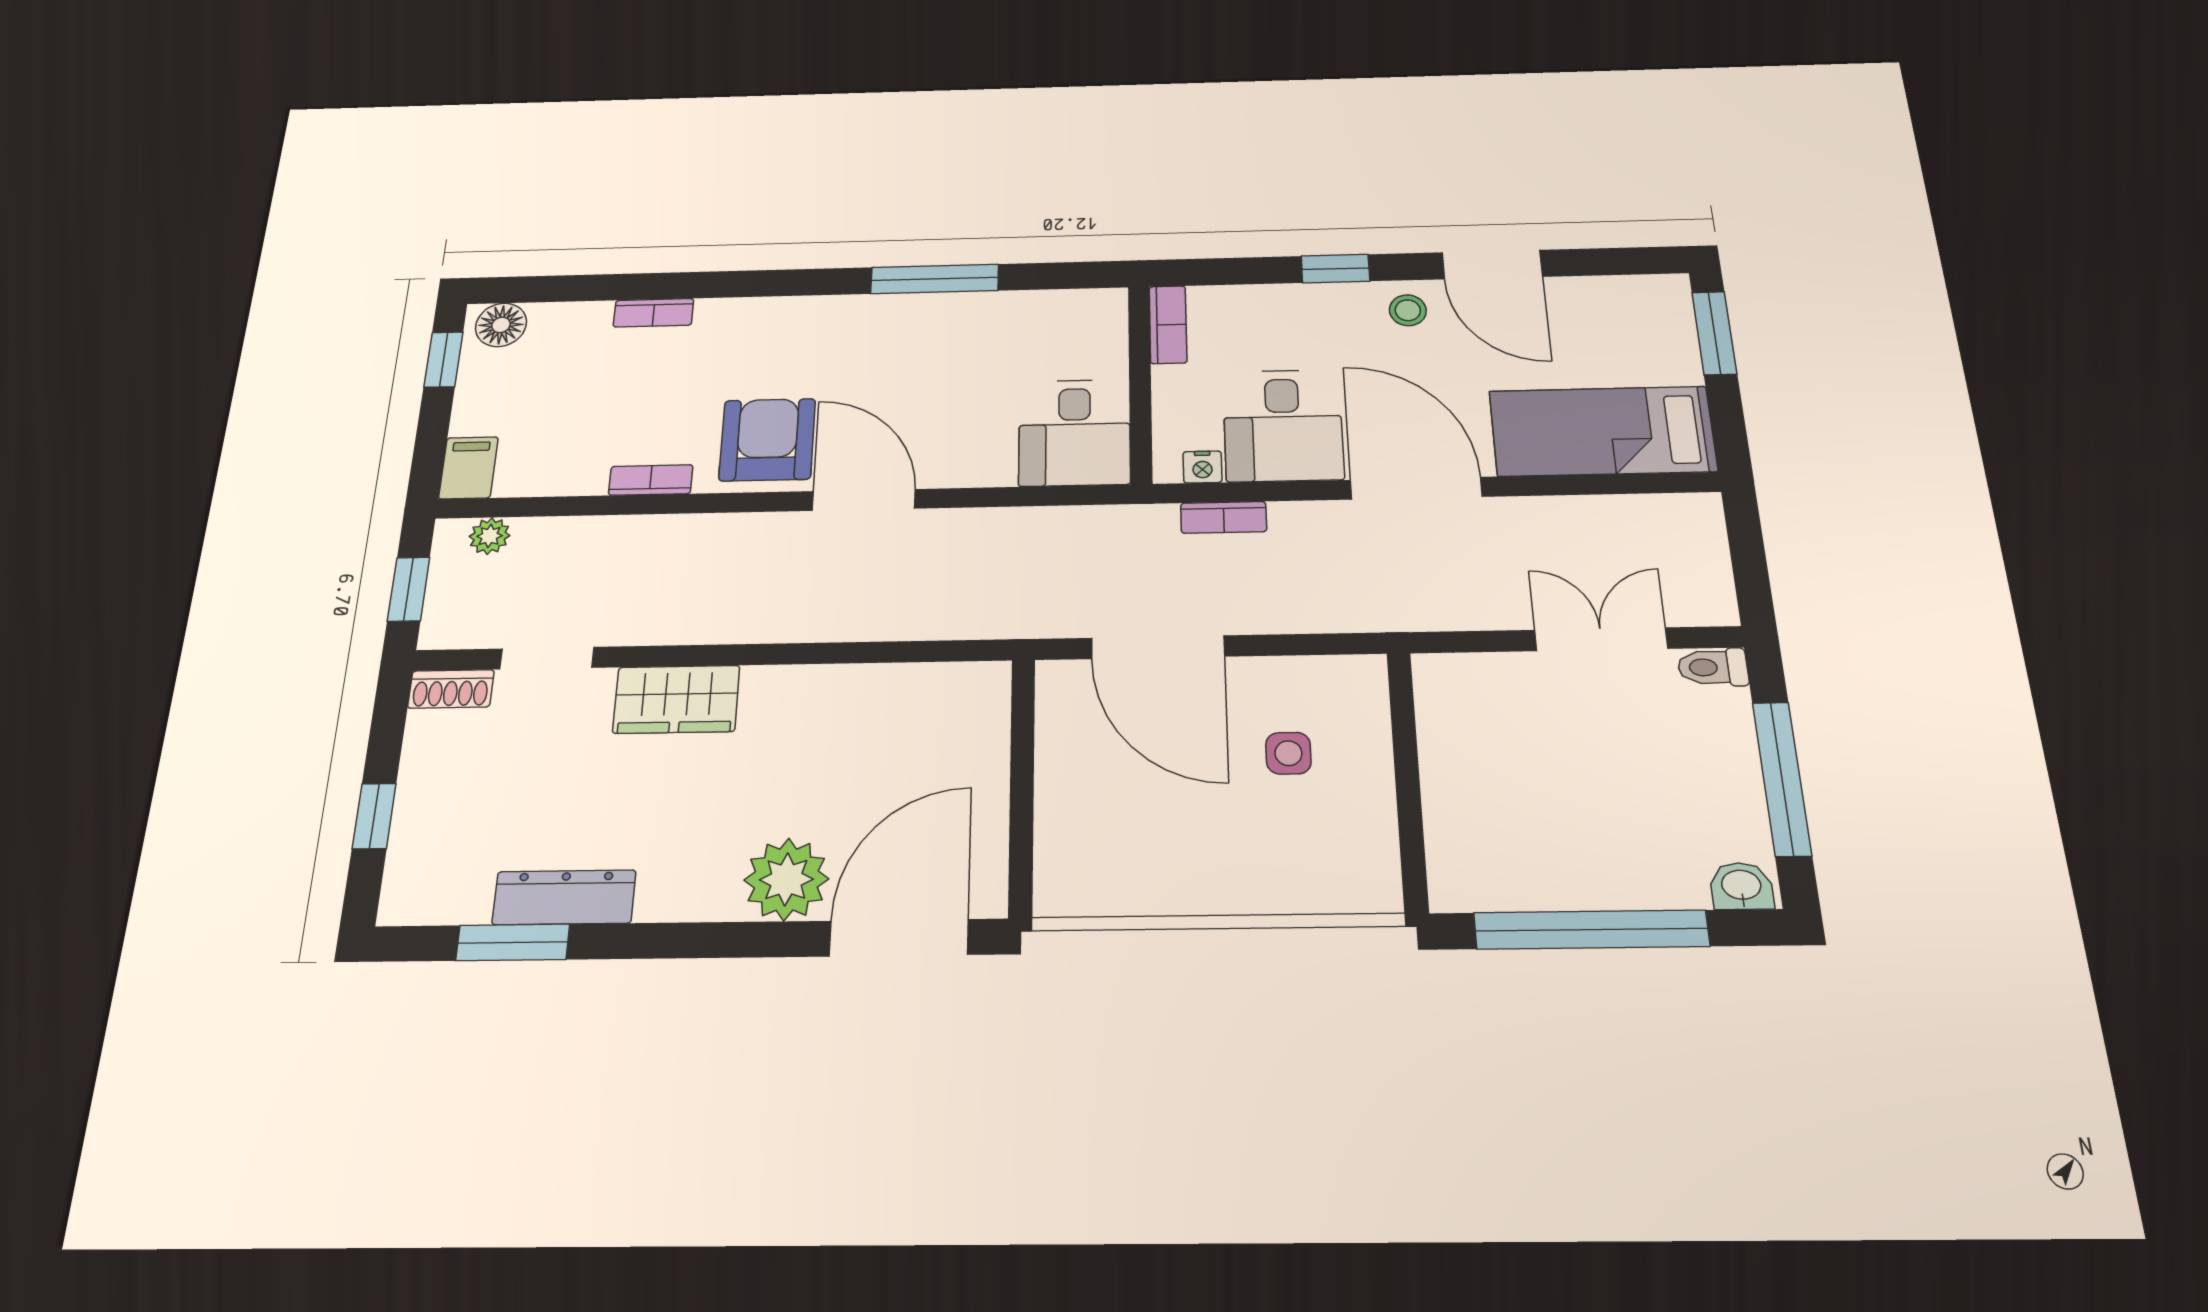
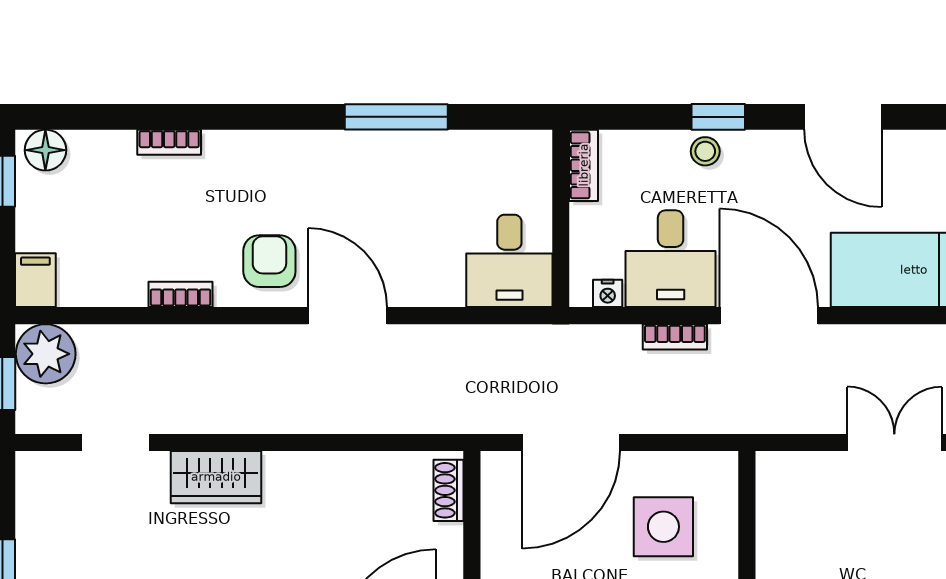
stool: (1408, 310) -> (705, 151), moved
armchair: (767, 440) -> (269, 261), width x0.72, depth x0.72
bookcase: (1224, 517) -> (675, 337), moved
plant: (490, 536) -> (46, 354), width x1.88, depth x1.88
door: (1158, 647) -> (571, 443), hinge flipped
shoe rack: (451, 689) -> (449, 490), moved, turned 90
side table: (1288, 753) -> (663, 527), width x1.87, depth x1.87

